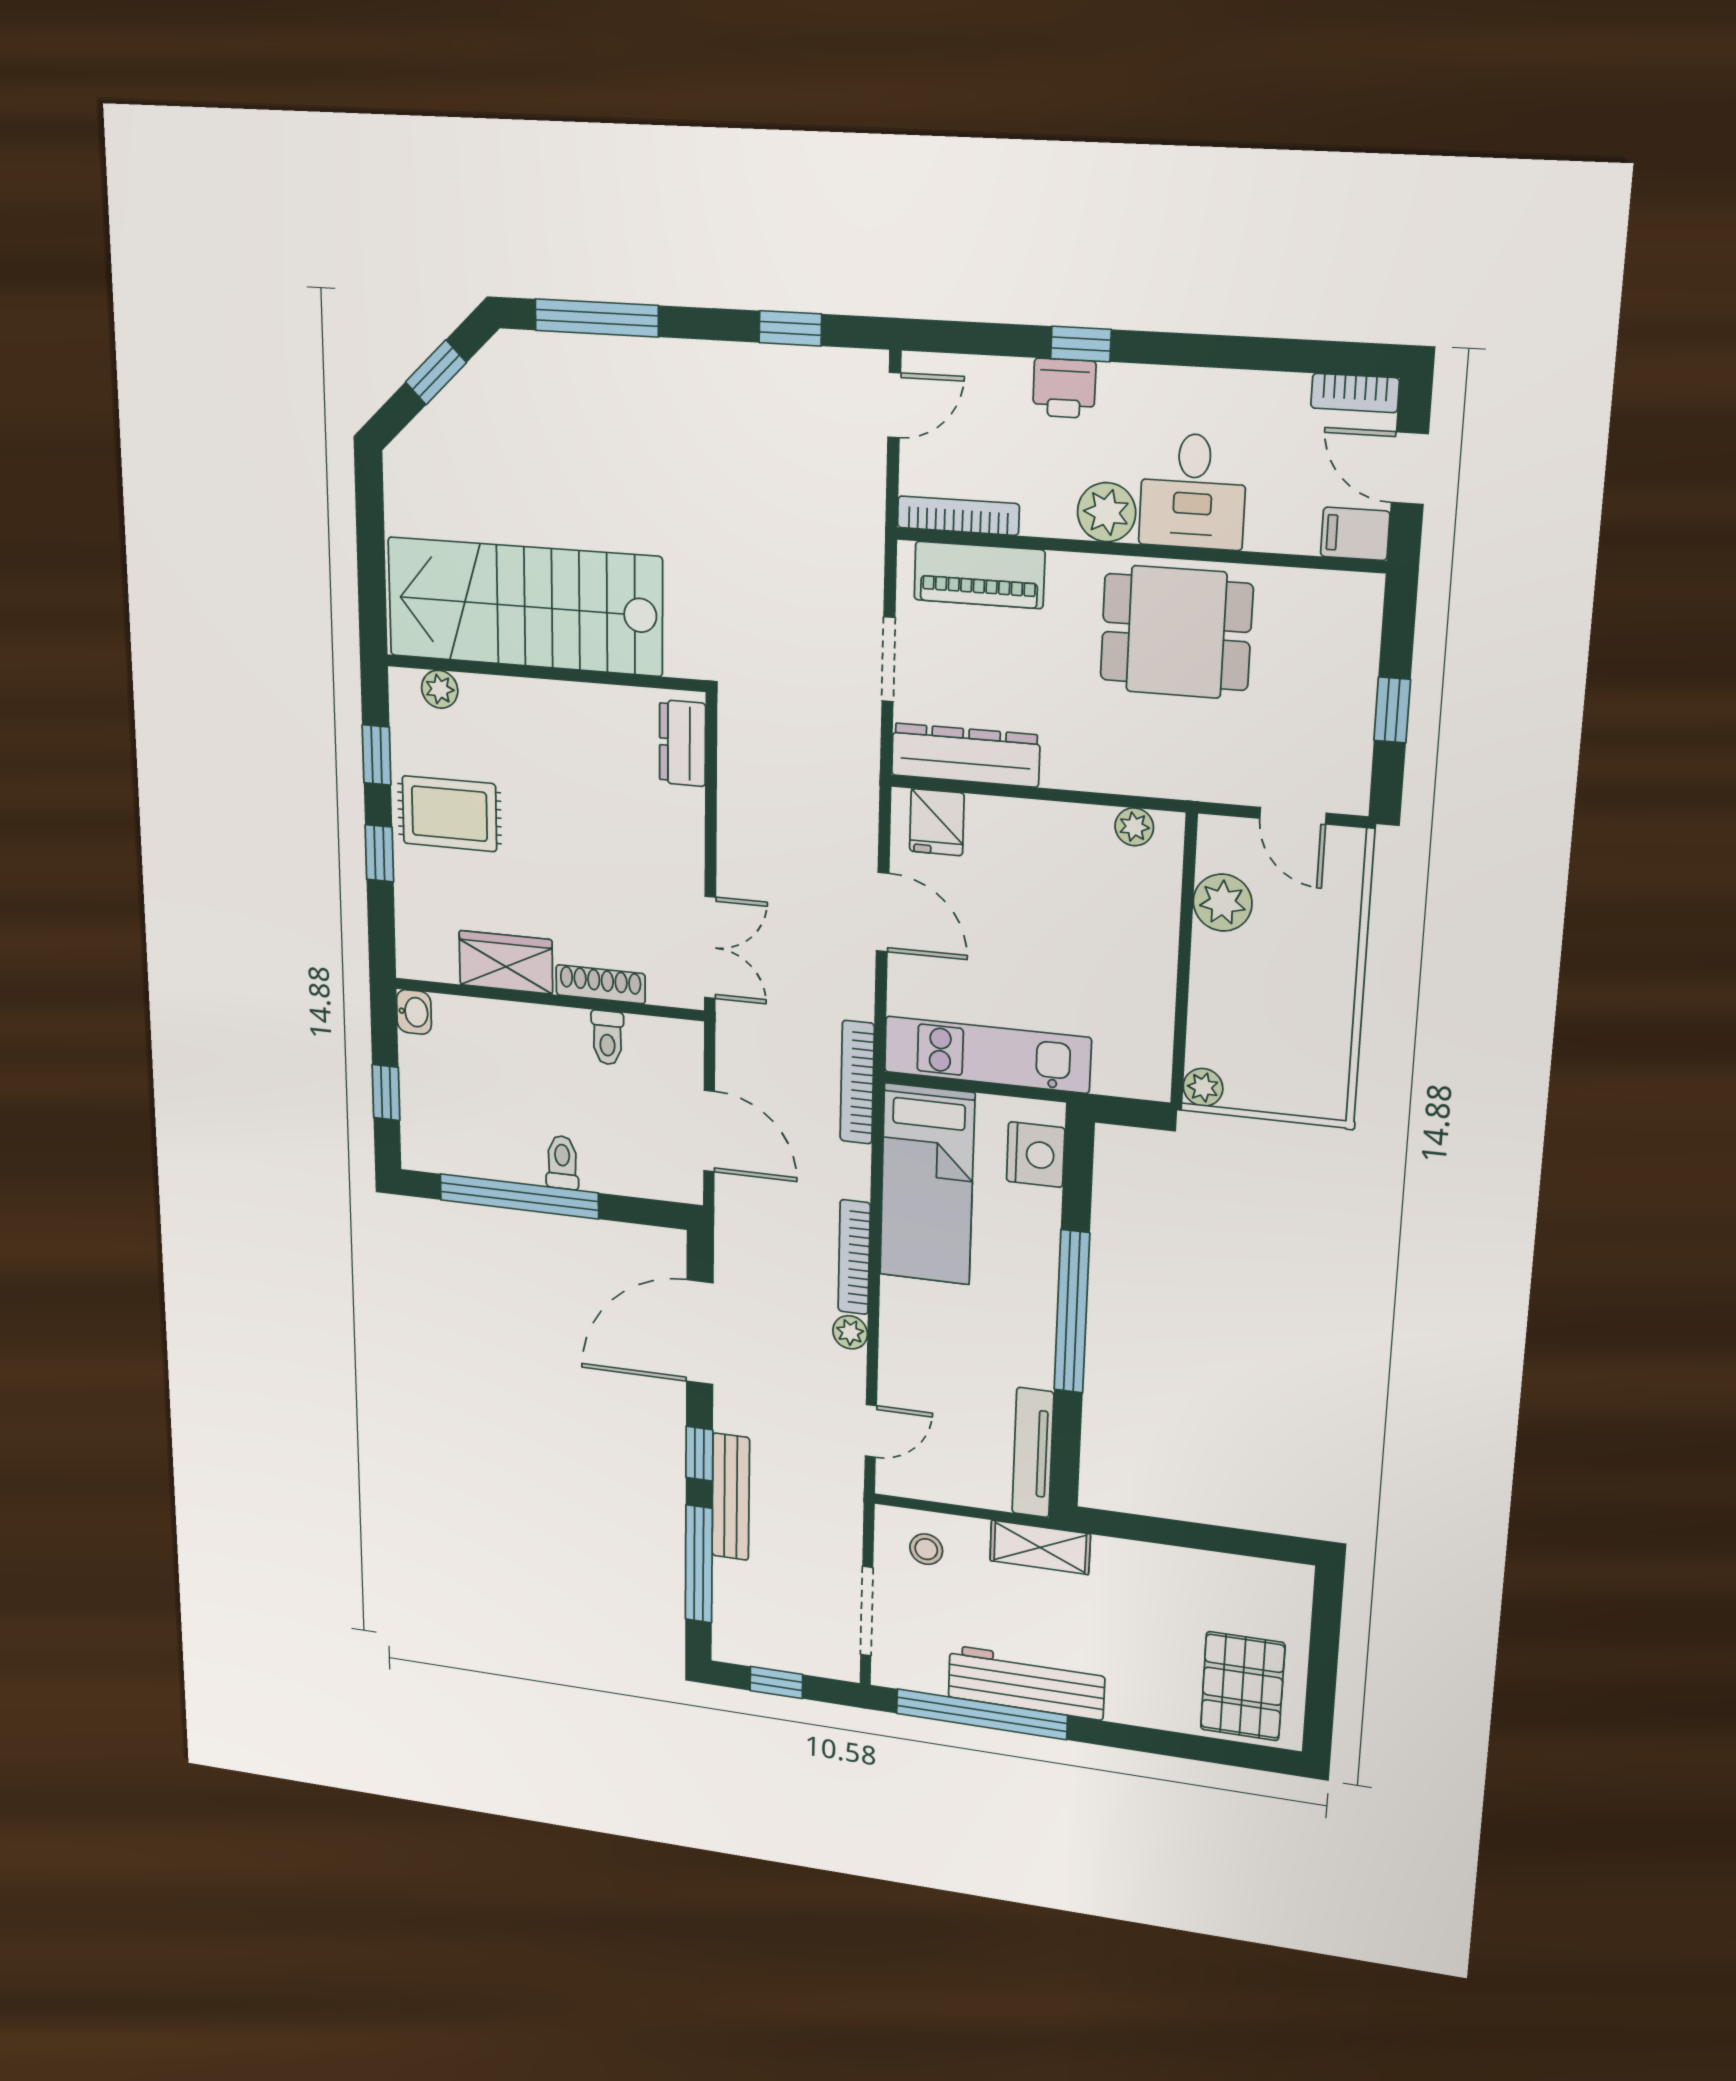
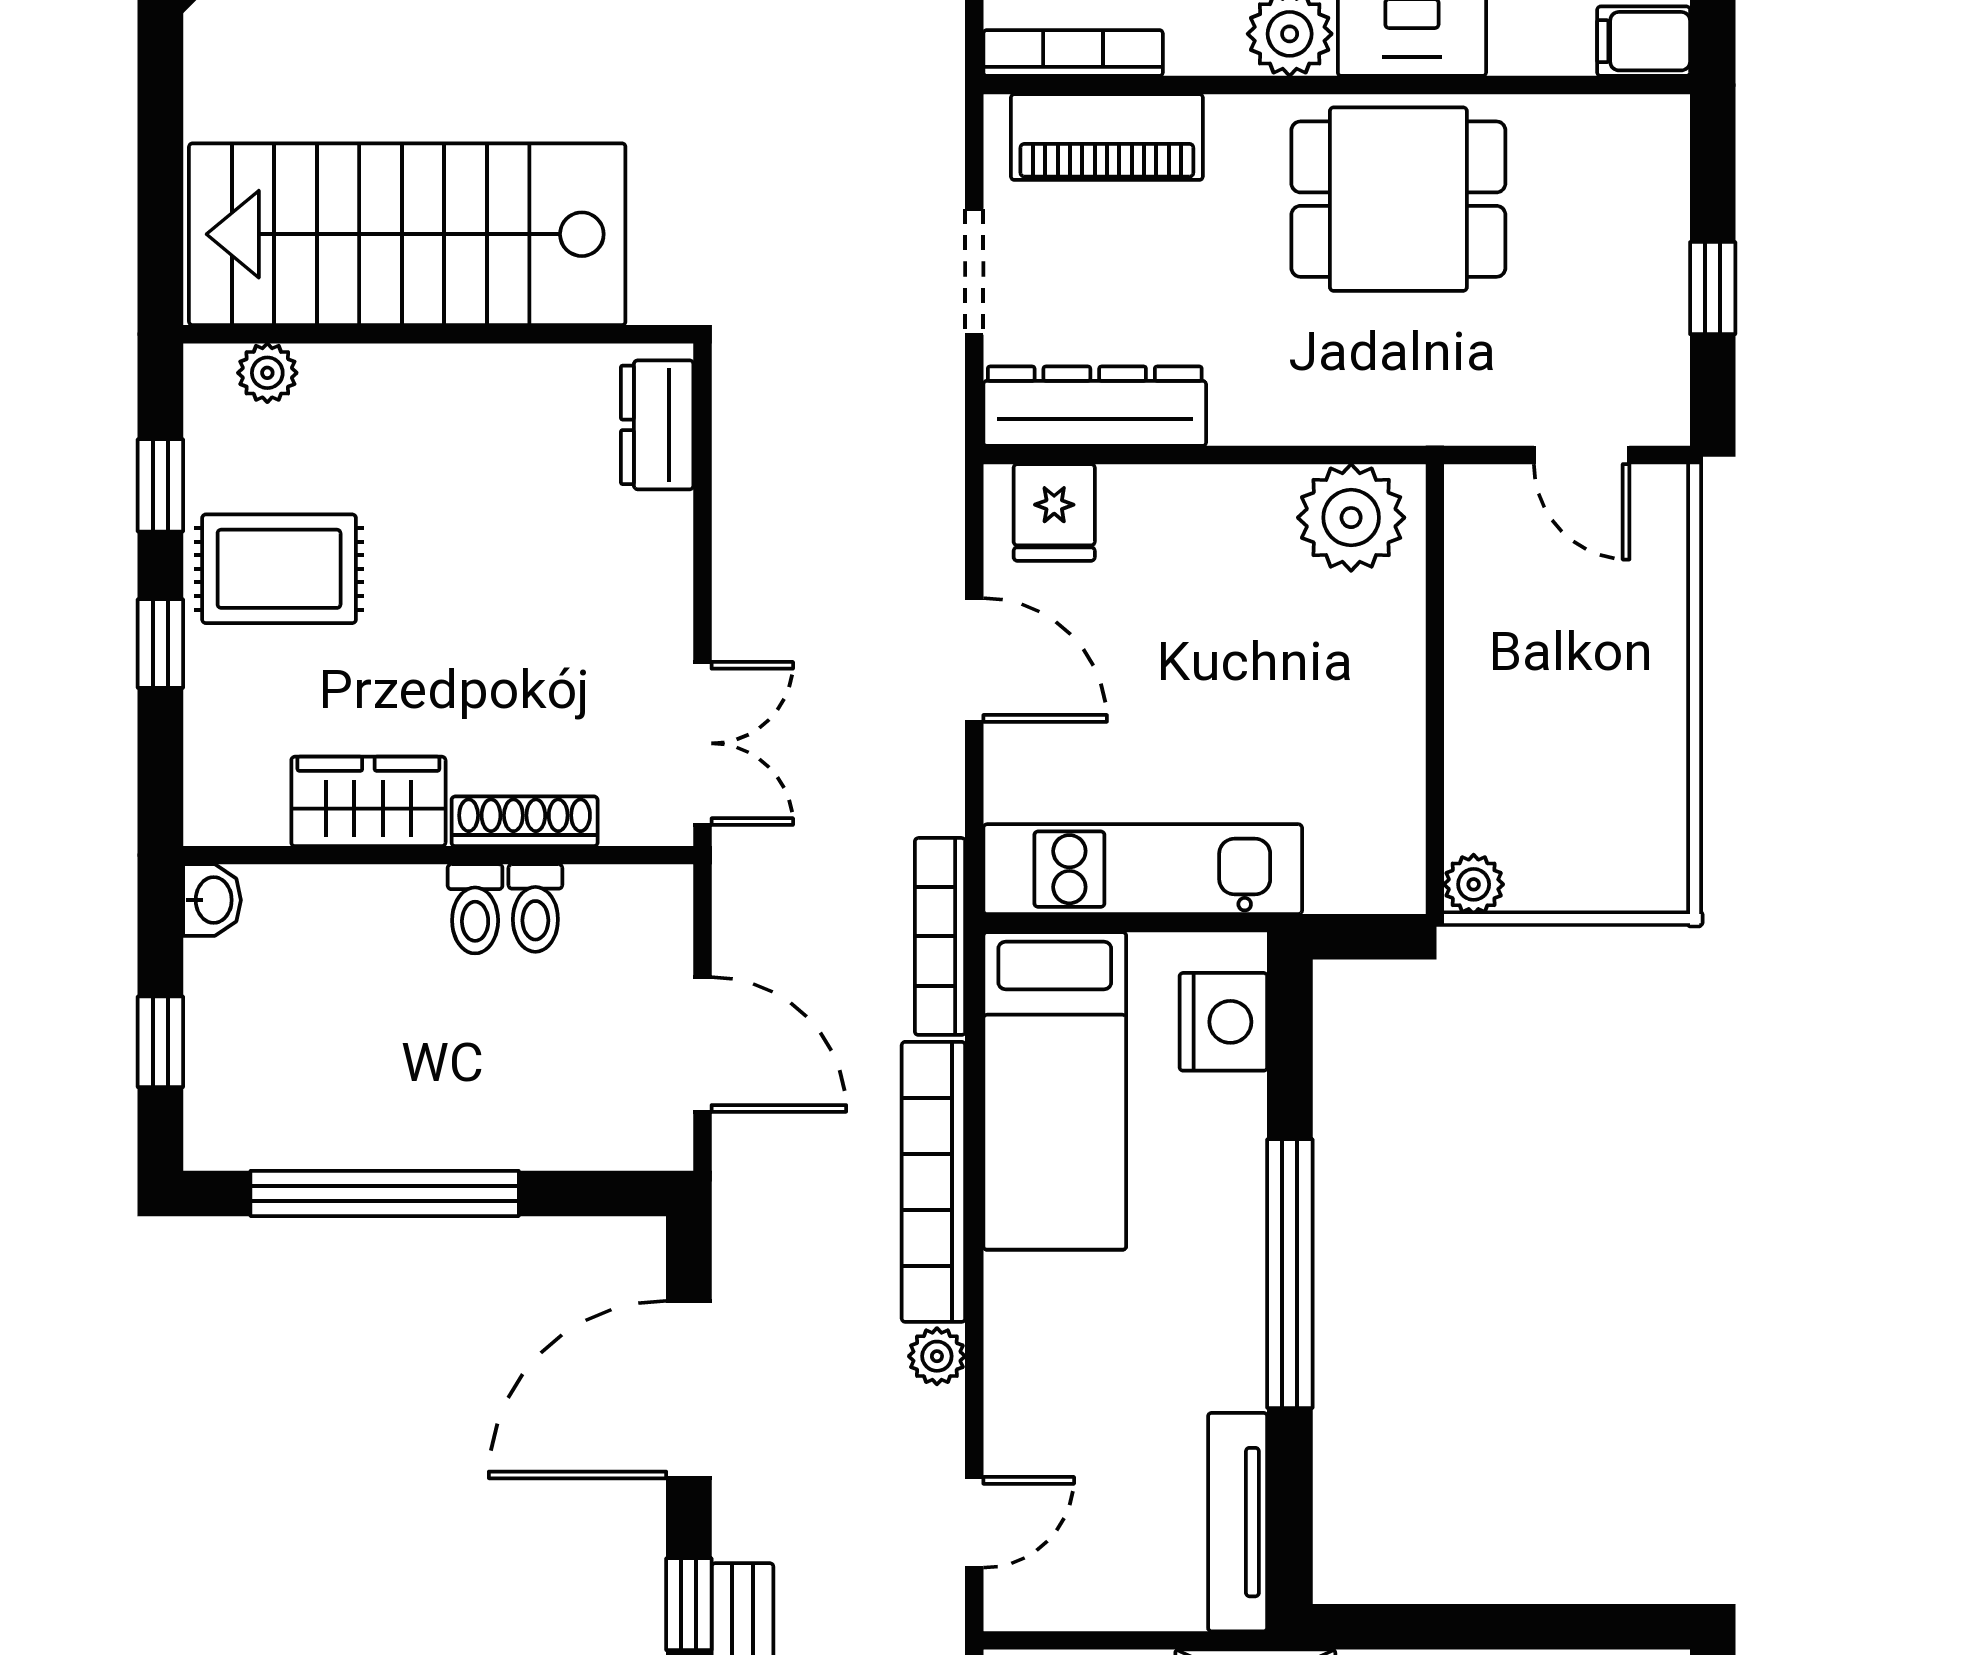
plant: (1134, 827) -> (1351, 518), width x1.88, depth x1.88
plant: (1223, 903) -> (1487, 595), removed
toilet: (562, 1162) -> (475, 909), moved, turned 180
bookcase: (854, 1257) -> (933, 1182), width x1.48, depth x1.31

